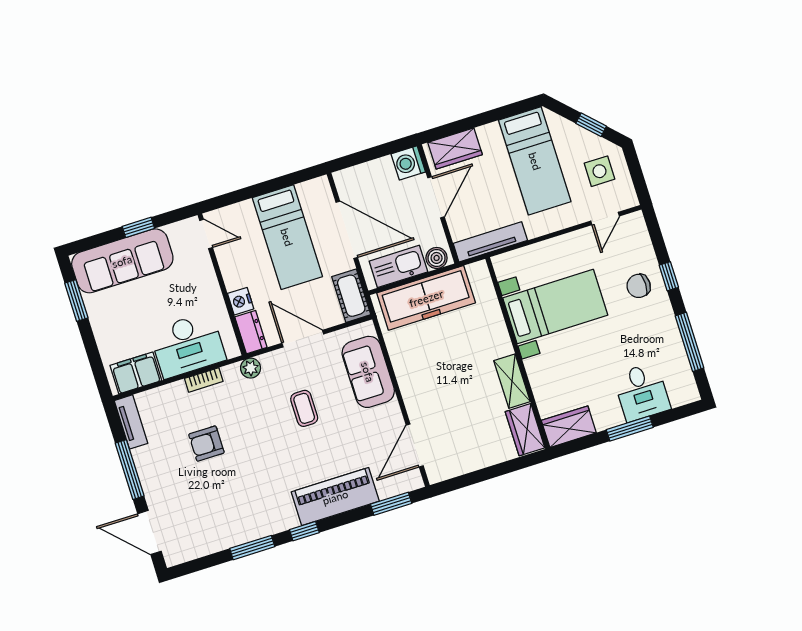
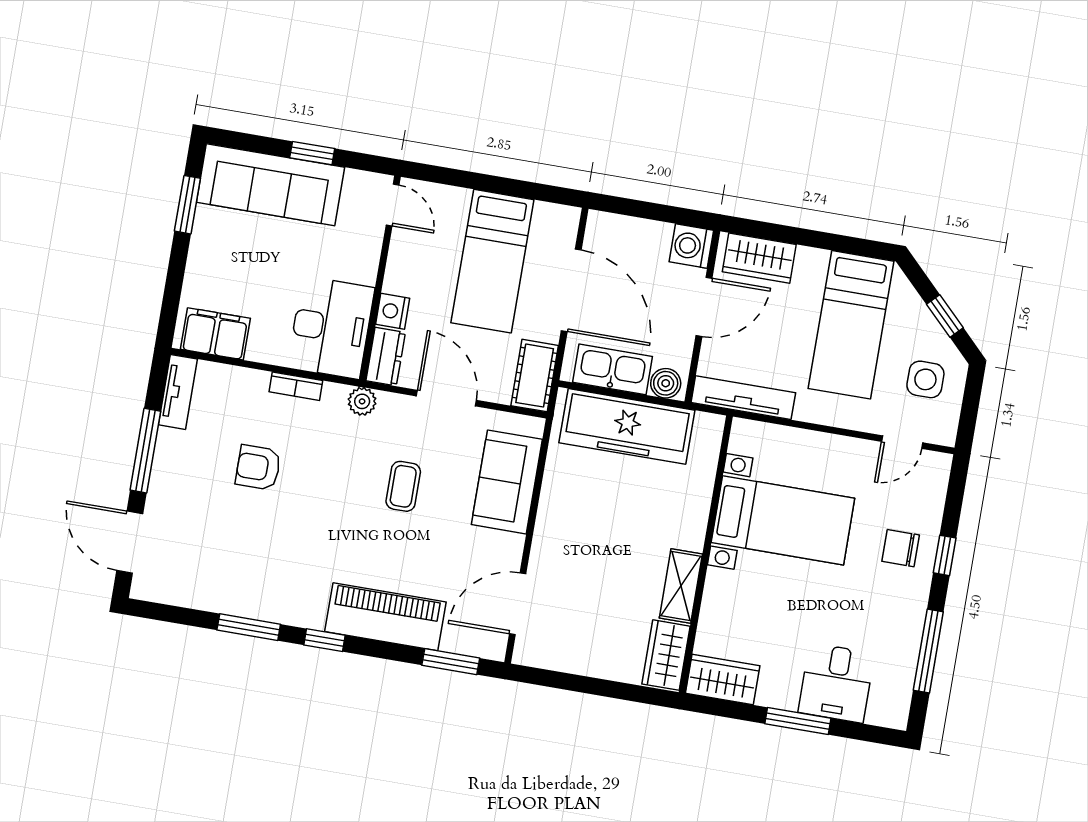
desk: (188, 345) -> (331, 328), moved, turned -90

